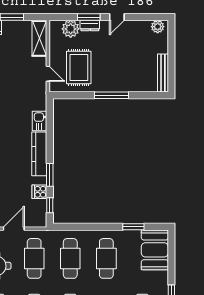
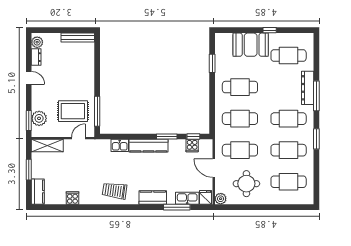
window: (89, 17) -> (29, 121), moved
dresser: (90, 25) -> (36, 57), moved
window: (111, 95) -> (97, 111), moved
cooker: (39, 192) -> (192, 146), moved
booth: (155, 250) -> (251, 45), moved

